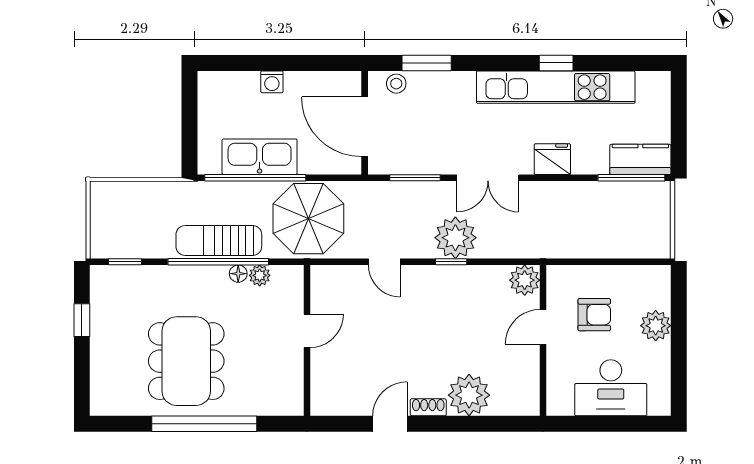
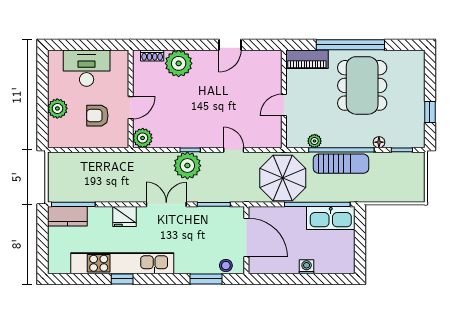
kitchen sink: (260, 157) -> (331, 218), moved
floor lamp: (238, 274) -> (379, 142), moved
piano: (271, 401) -> (307, 59), added
shoe rack: (428, 407) -> (152, 55), moved

